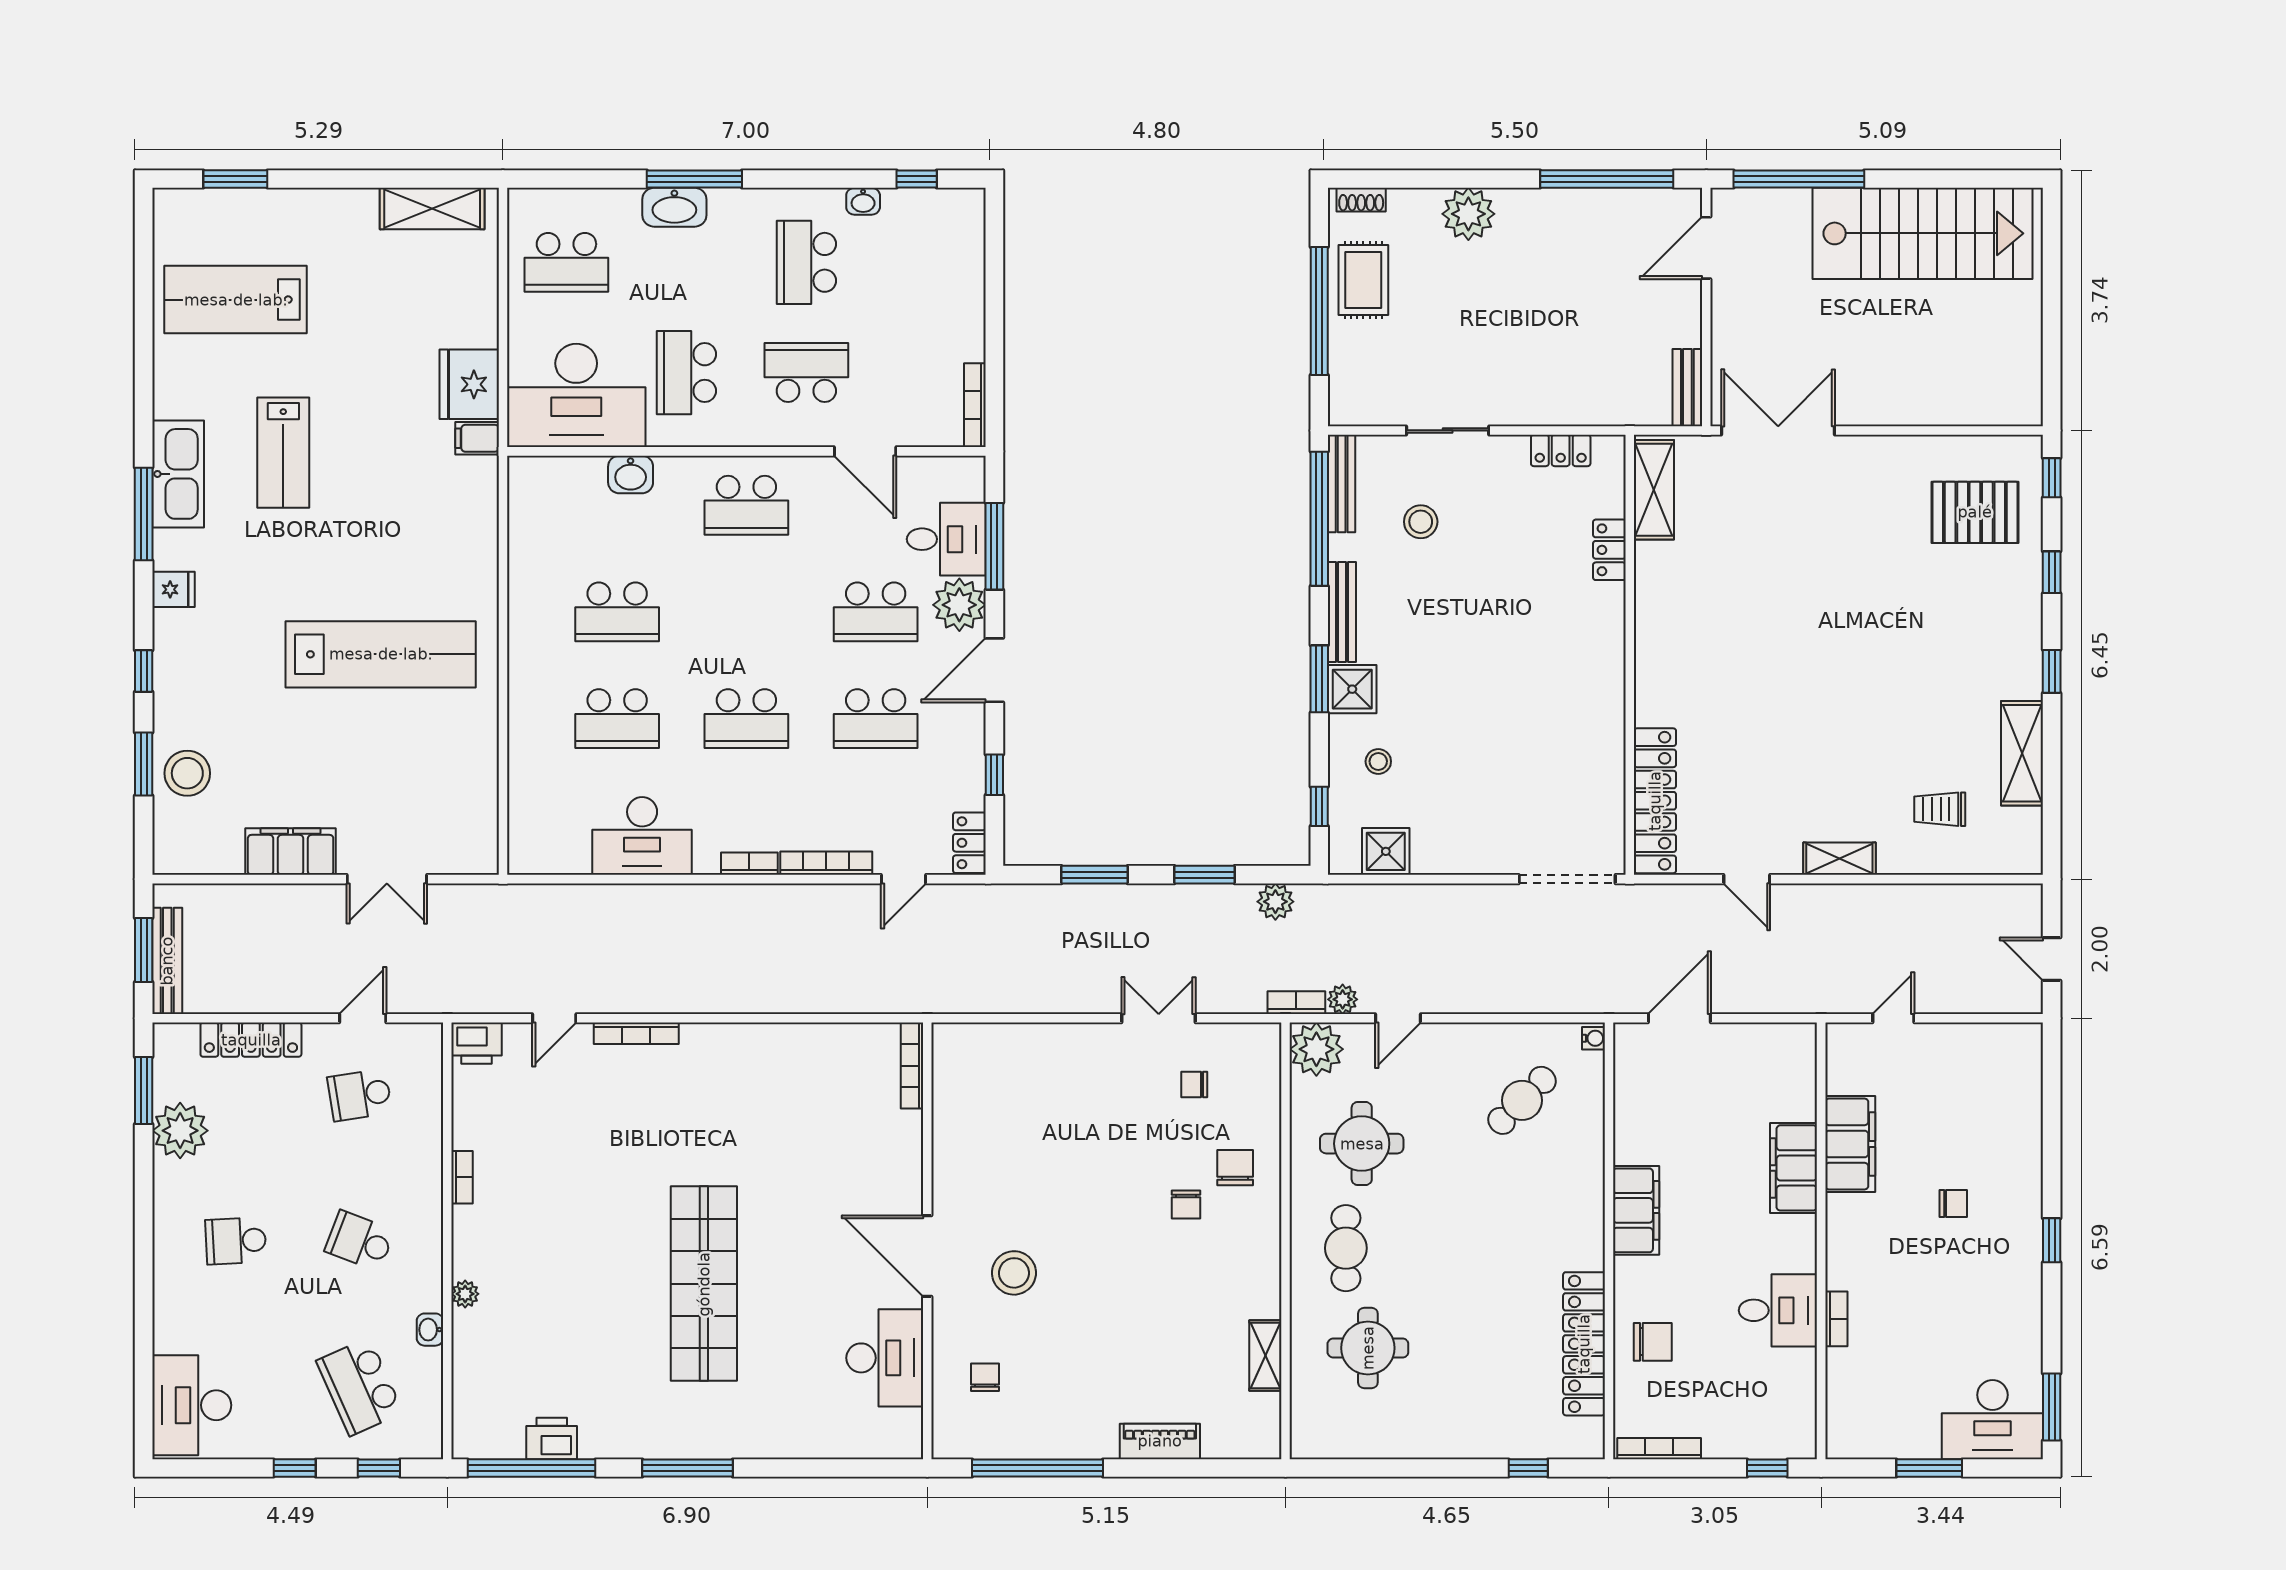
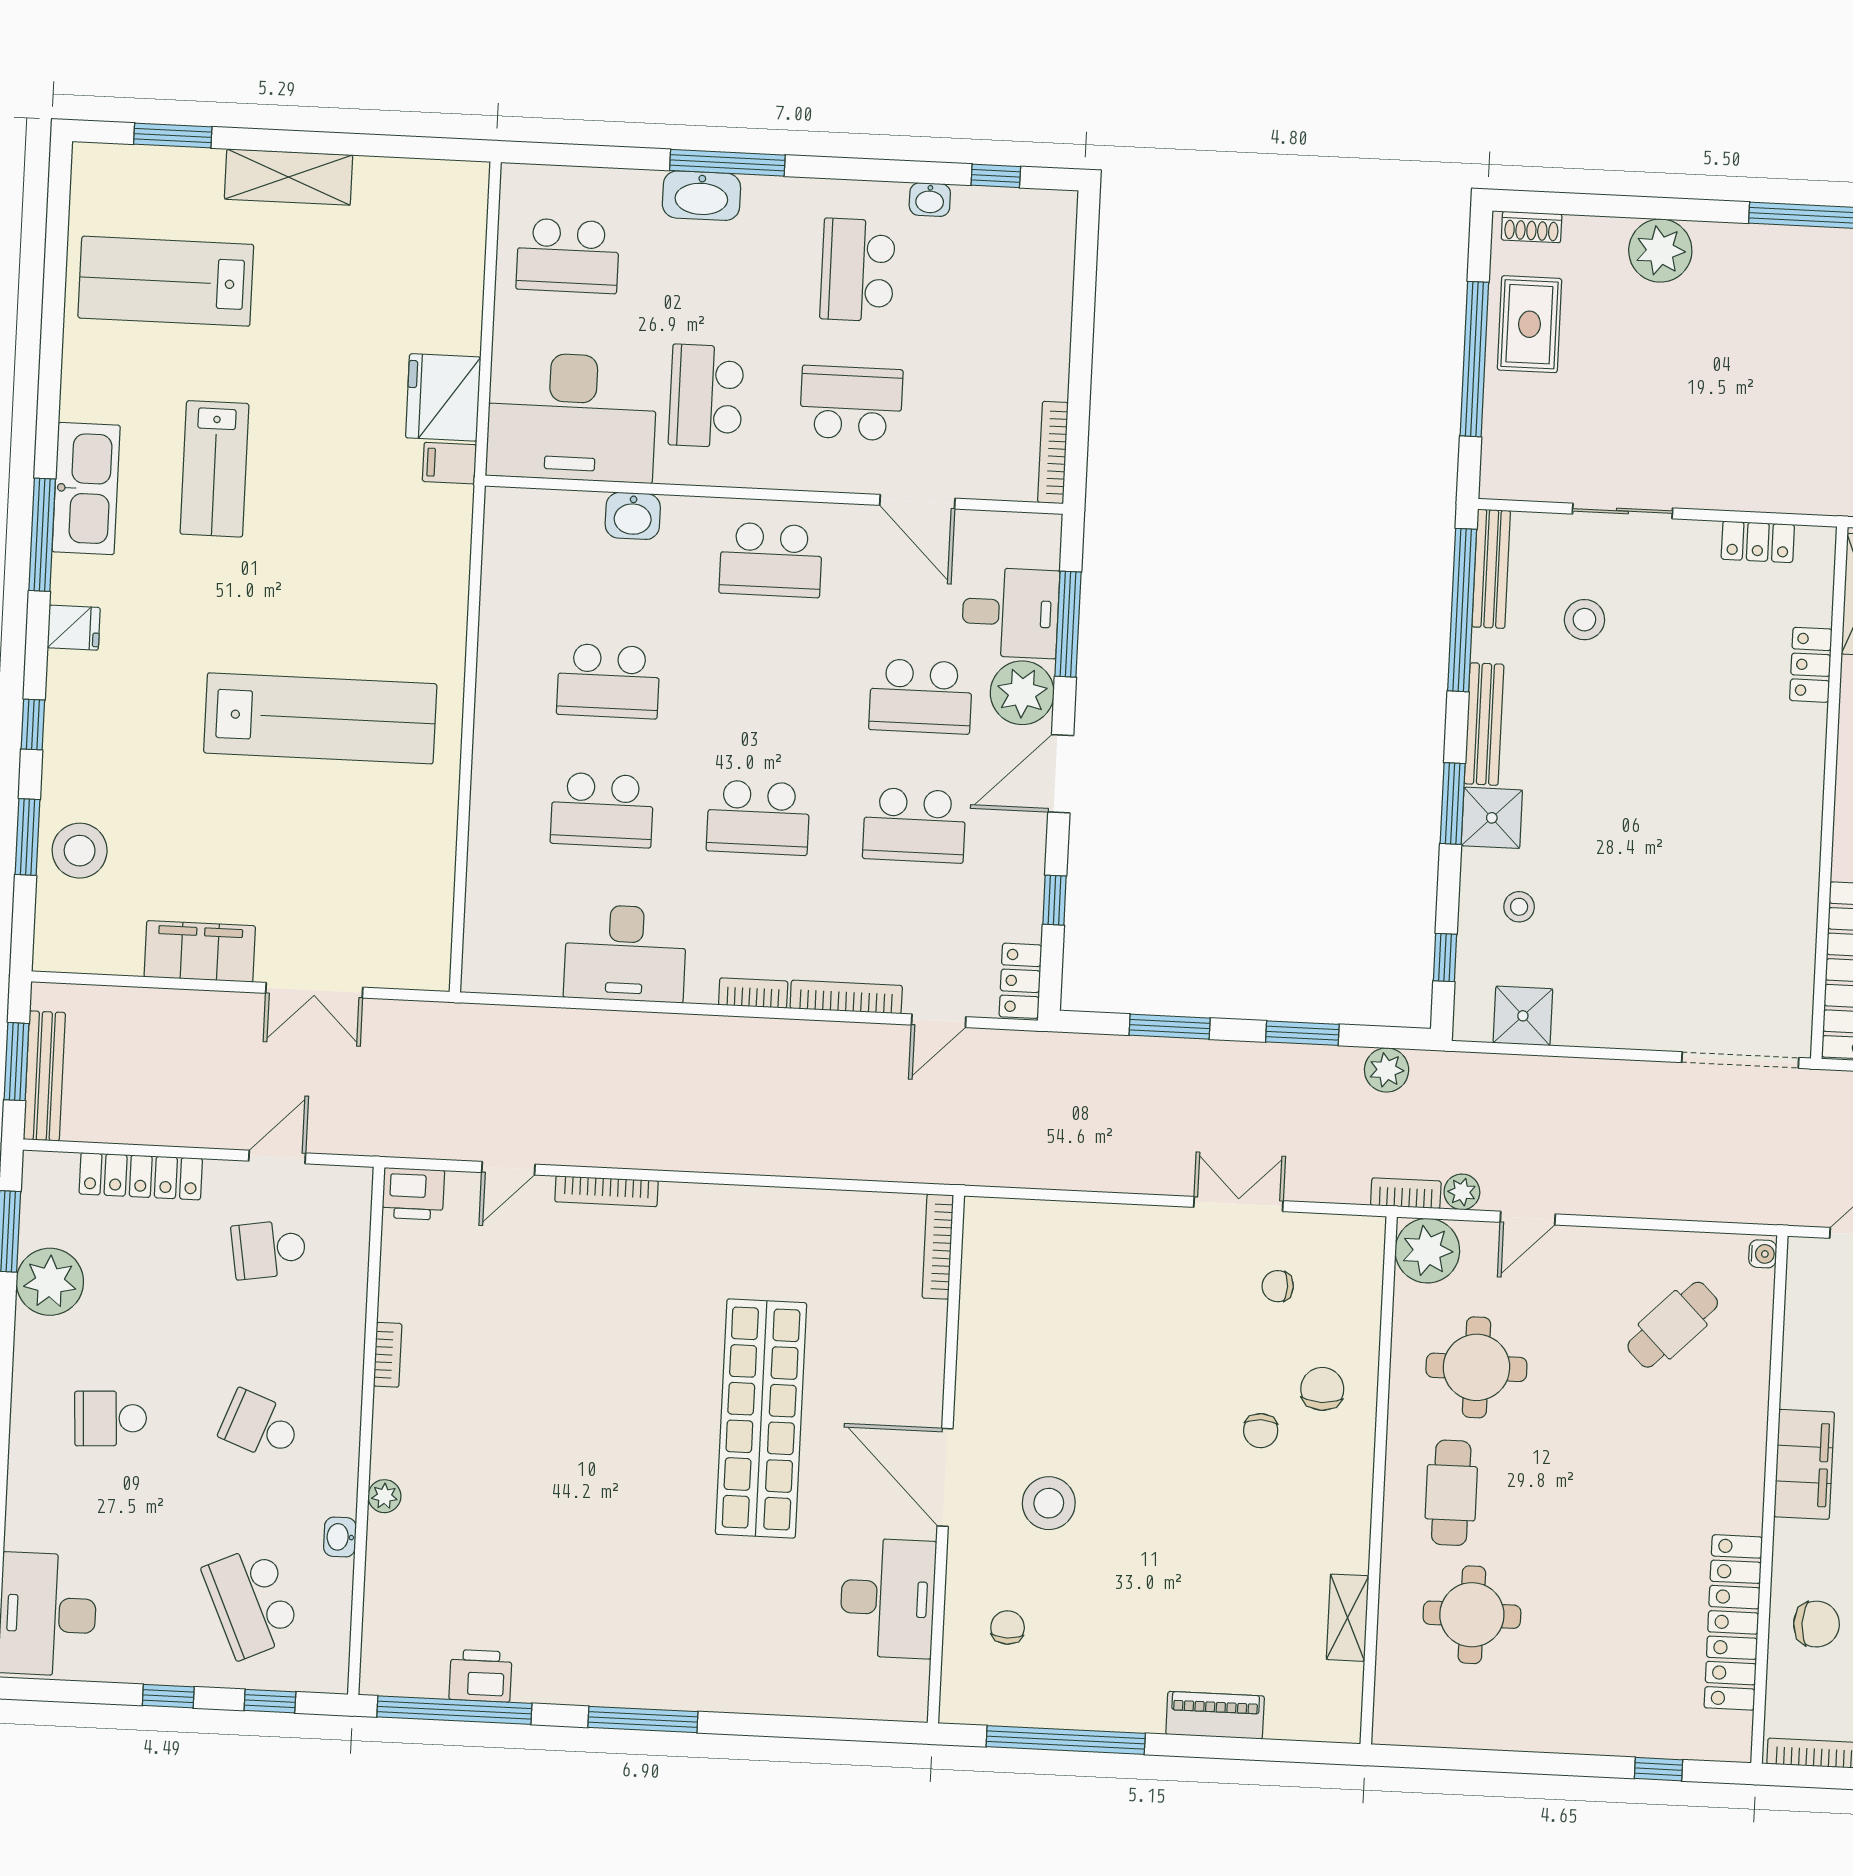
shelving: (432, 209) -> (289, 177), moved
shop shelf: (704, 1284) -> (761, 1419), moved

